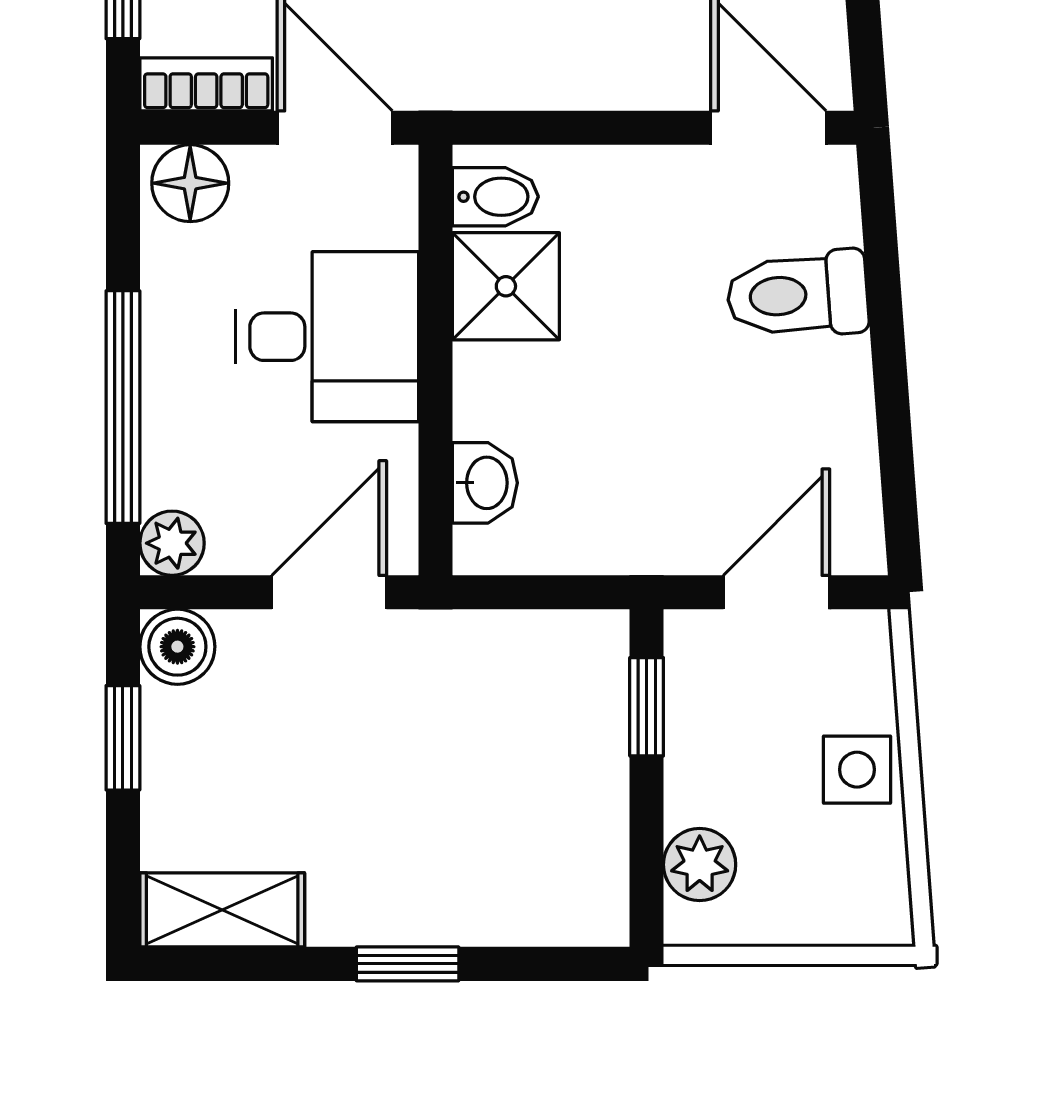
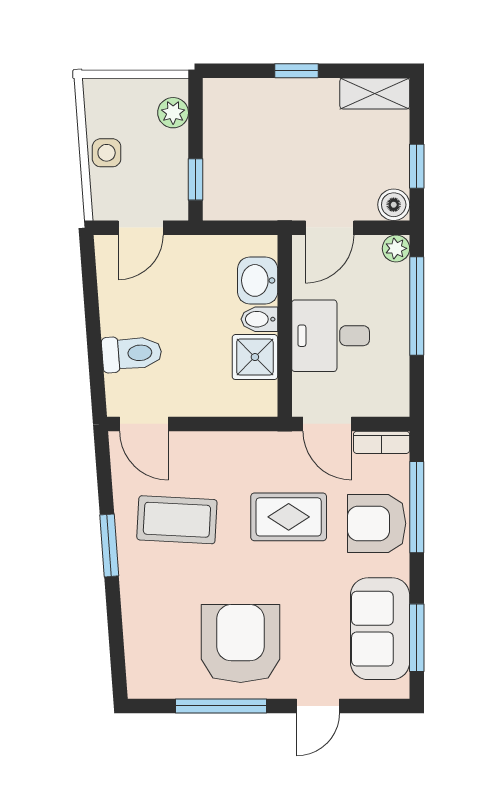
floor lamp: (190, 183) -> (388, 401), removed
bidet: (495, 197) -> (259, 319), moved
washbasin: (485, 483) -> (258, 280), width x1.38, depth x1.45

